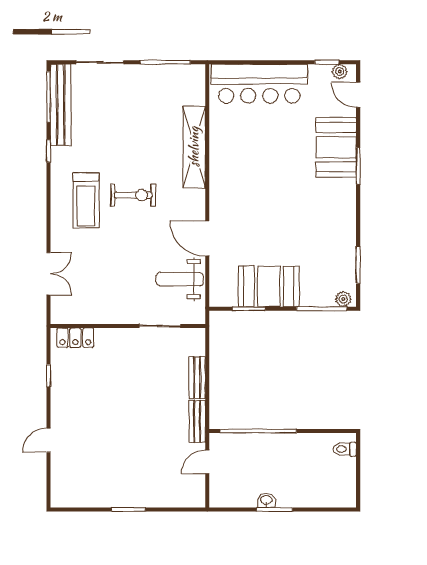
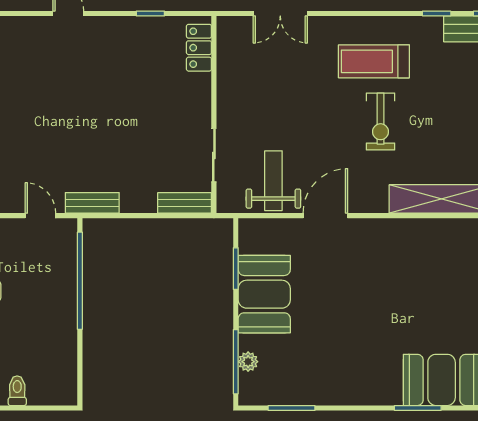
plant: (343, 299) -> (248, 362), moved
bench: (197, 378) -> (185, 203), moved
toilet: (345, 449) -> (17, 391), moved

